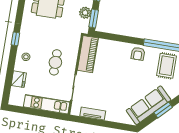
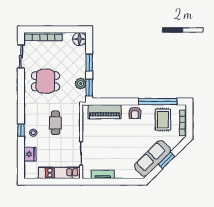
window: (15, 39) -> (21, 130), moved
piano: (88, 54) -> (105, 112), moved, turned 90
cafe table: (55, 62) -> (55, 123), moved

